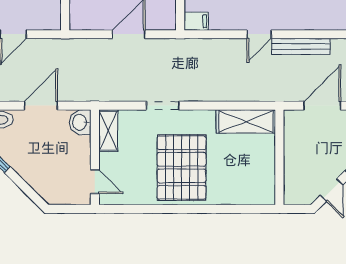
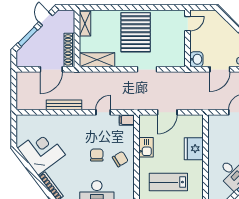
door: (259, 34) -> (103, 112), moved
shelving: (108, 131) -> (85, 24), moved
shoe rack: (292, 138) -> (69, 50), added
door: (95, 182) -> (188, 24), swing flipped

